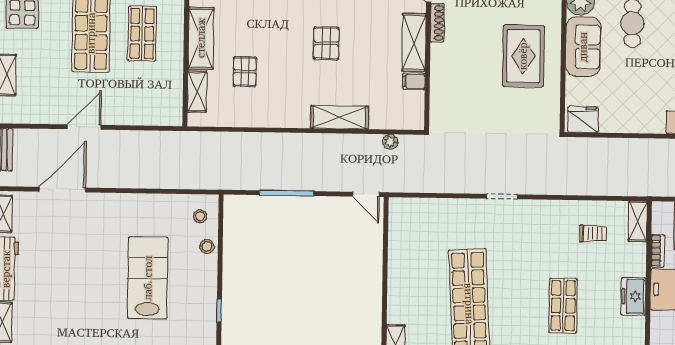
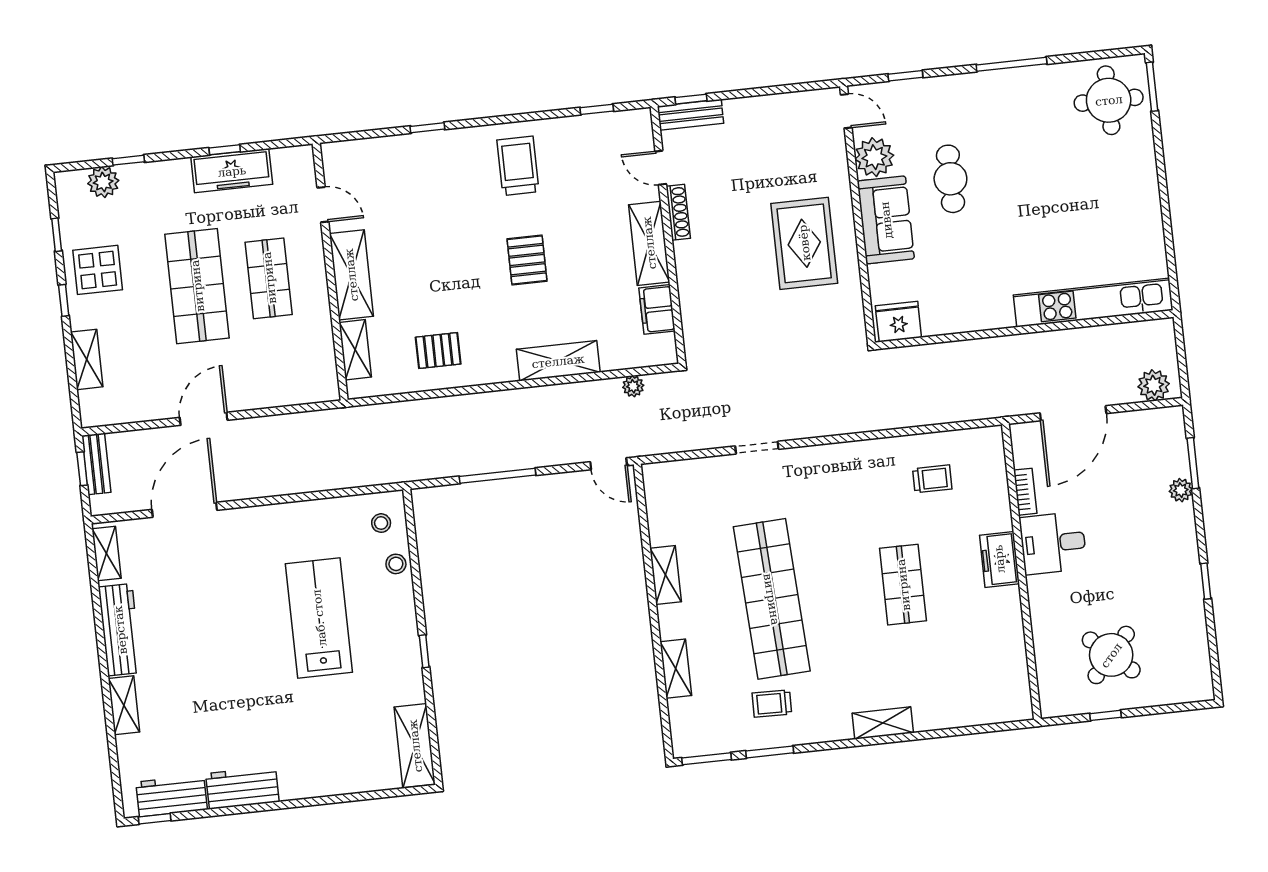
pallet: (245, 72) -> (438, 351), moved, turned 90
filing cabinet: (414, 81) -> (657, 309), width x2.00
doorway: (502, 197) -> (757, 448), moved
shelving: (638, 221) -> (666, 575), moved

